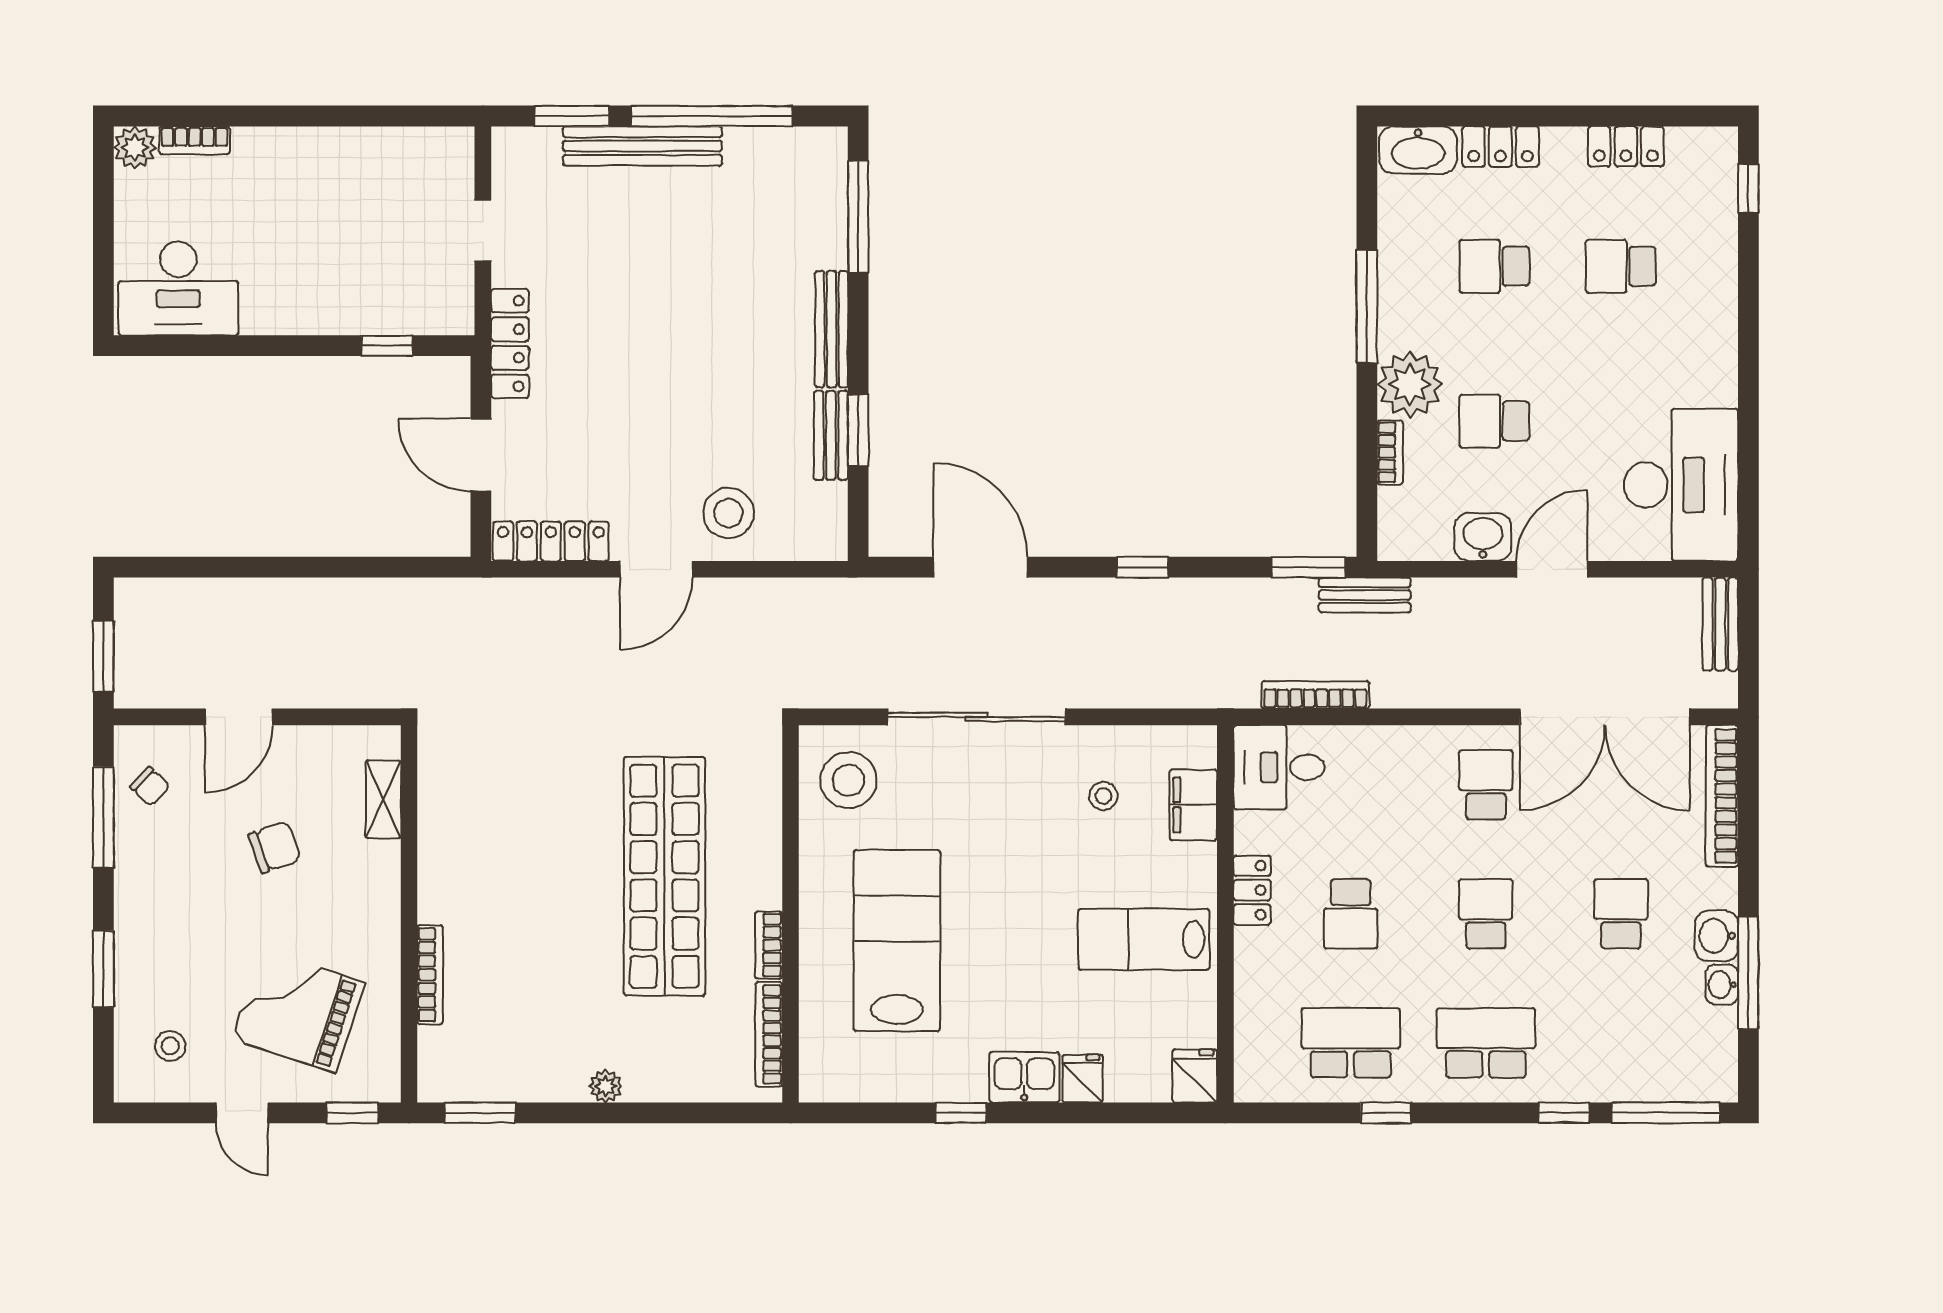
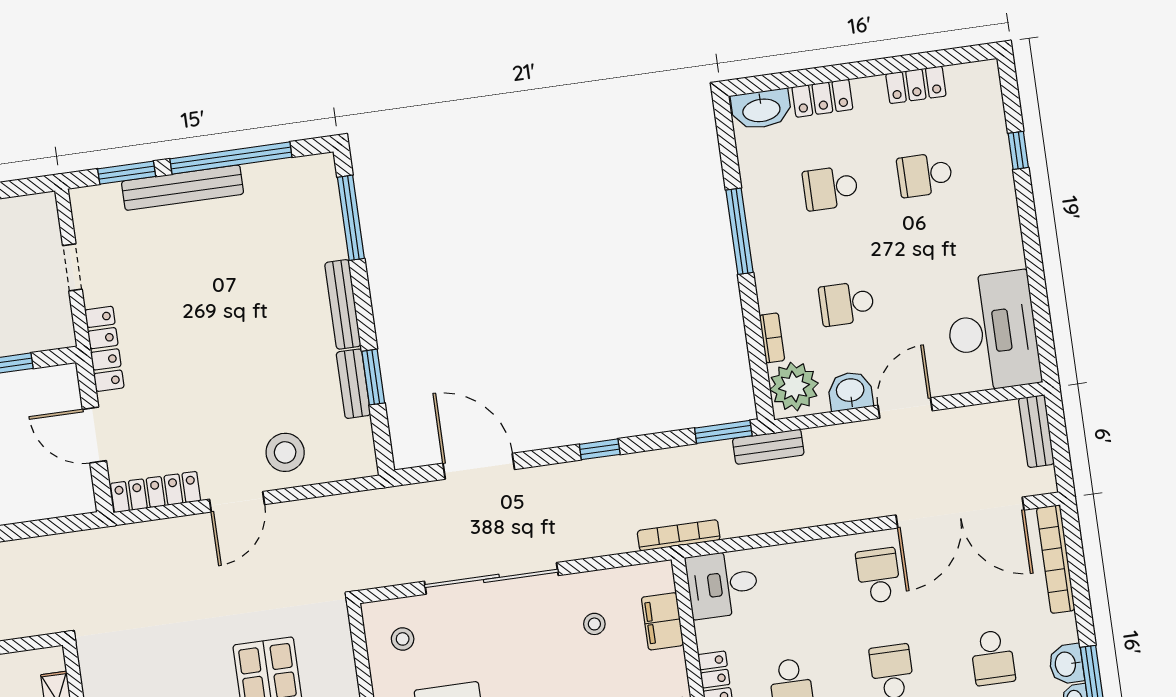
window: (1748, 189) -> (1018, 150), moved
plant: (1410, 384) -> (794, 387), moved
bookcase: (1315, 695) -> (679, 535), moved
stool: (848, 780) -> (403, 639), width x0.53, depth x0.53
school desk: (1621, 914) -> (993, 658), turned 180

